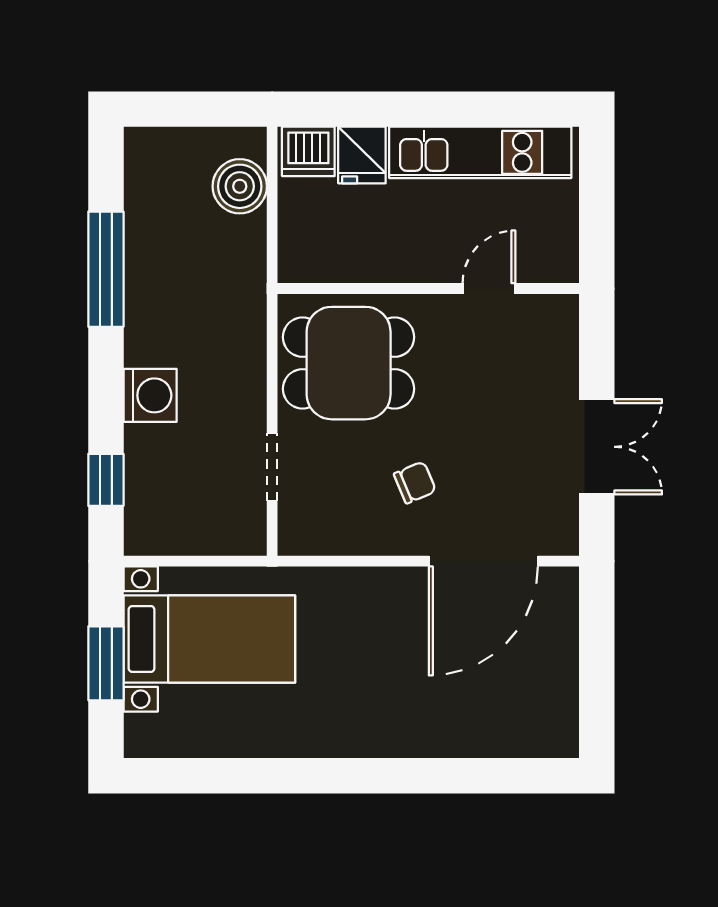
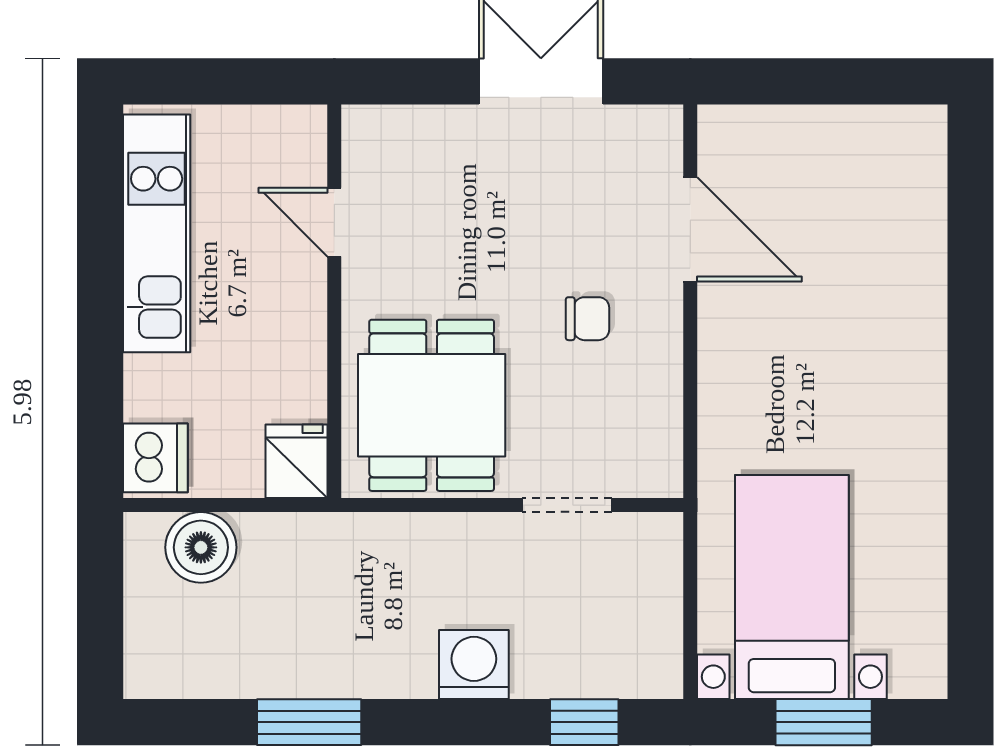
fridge: (362, 155) -> (296, 461), moved, turned -90
window: (106, 269) -> (309, 722), width x0.69
chair: (415, 482) -> (588, 319), turned 113
door: (483, 561) -> (690, 229), width x0.73

